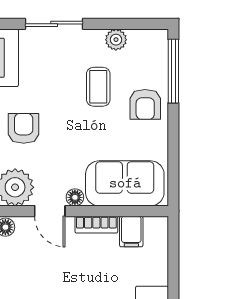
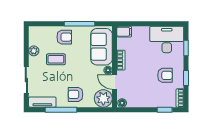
window: (173, 71) -> (80, 24), moved
door: (50, 211) -> (115, 82), swing flipped
filing cabinet: (131, 232) -> (124, 32), moved

